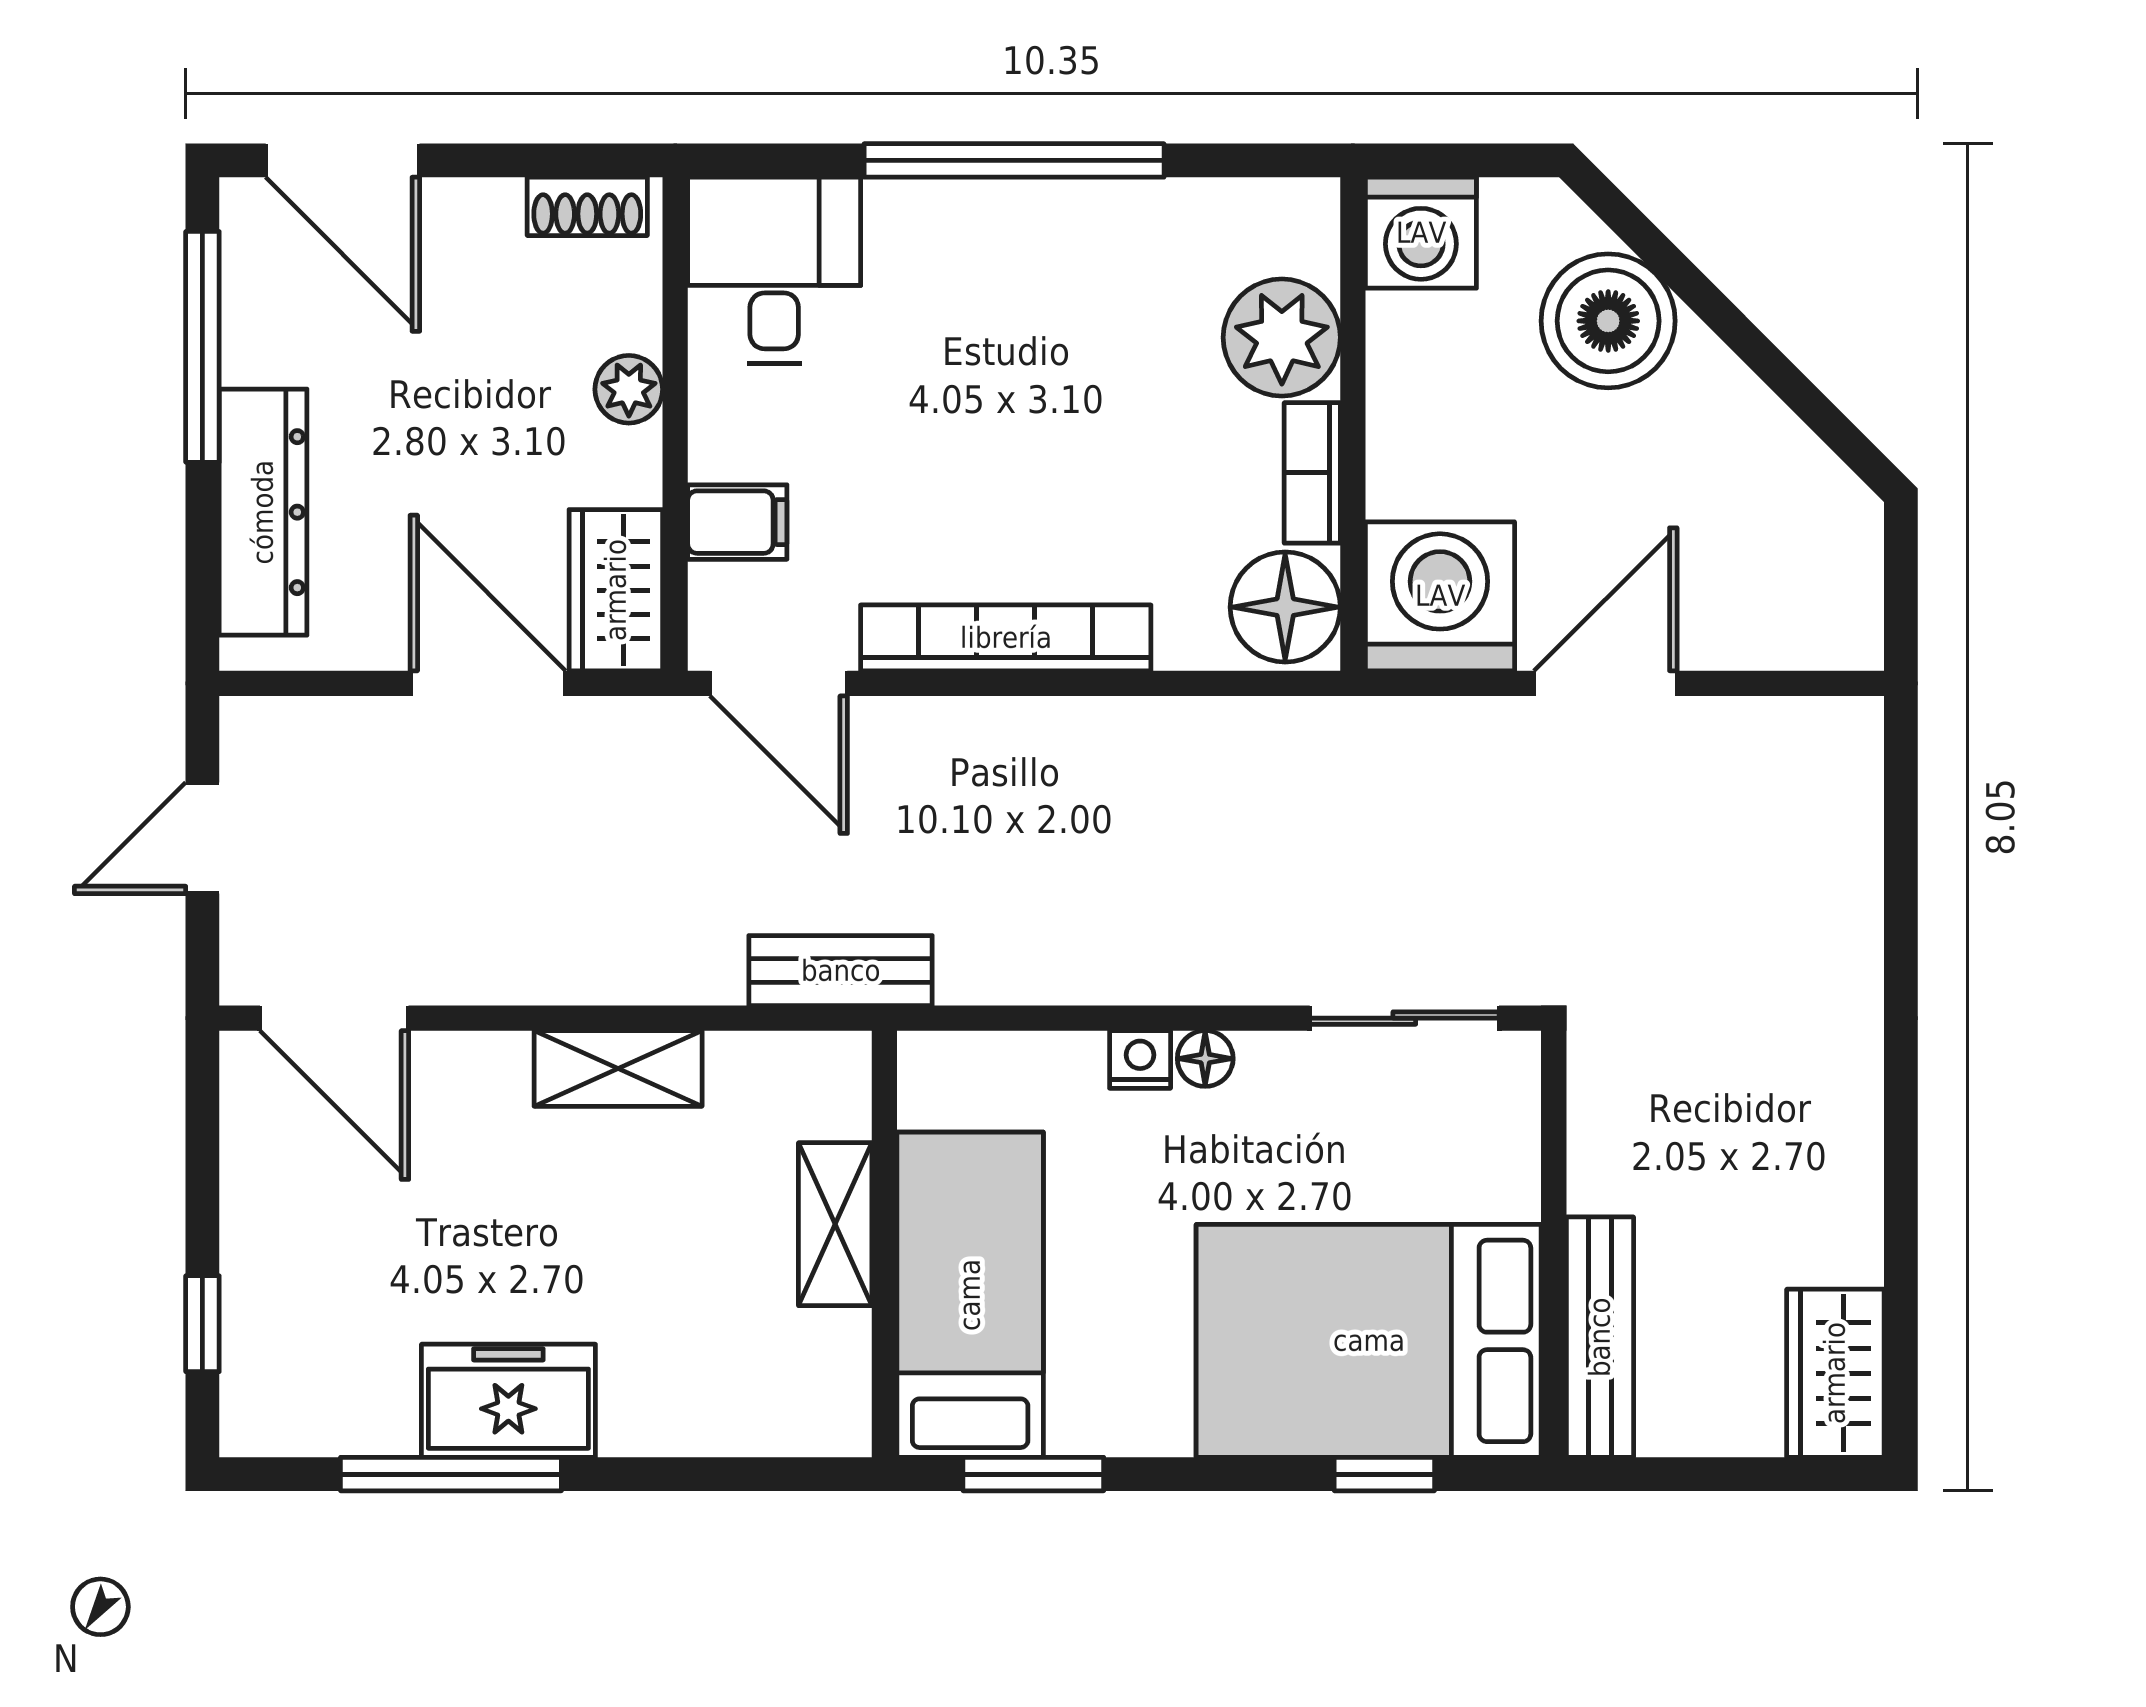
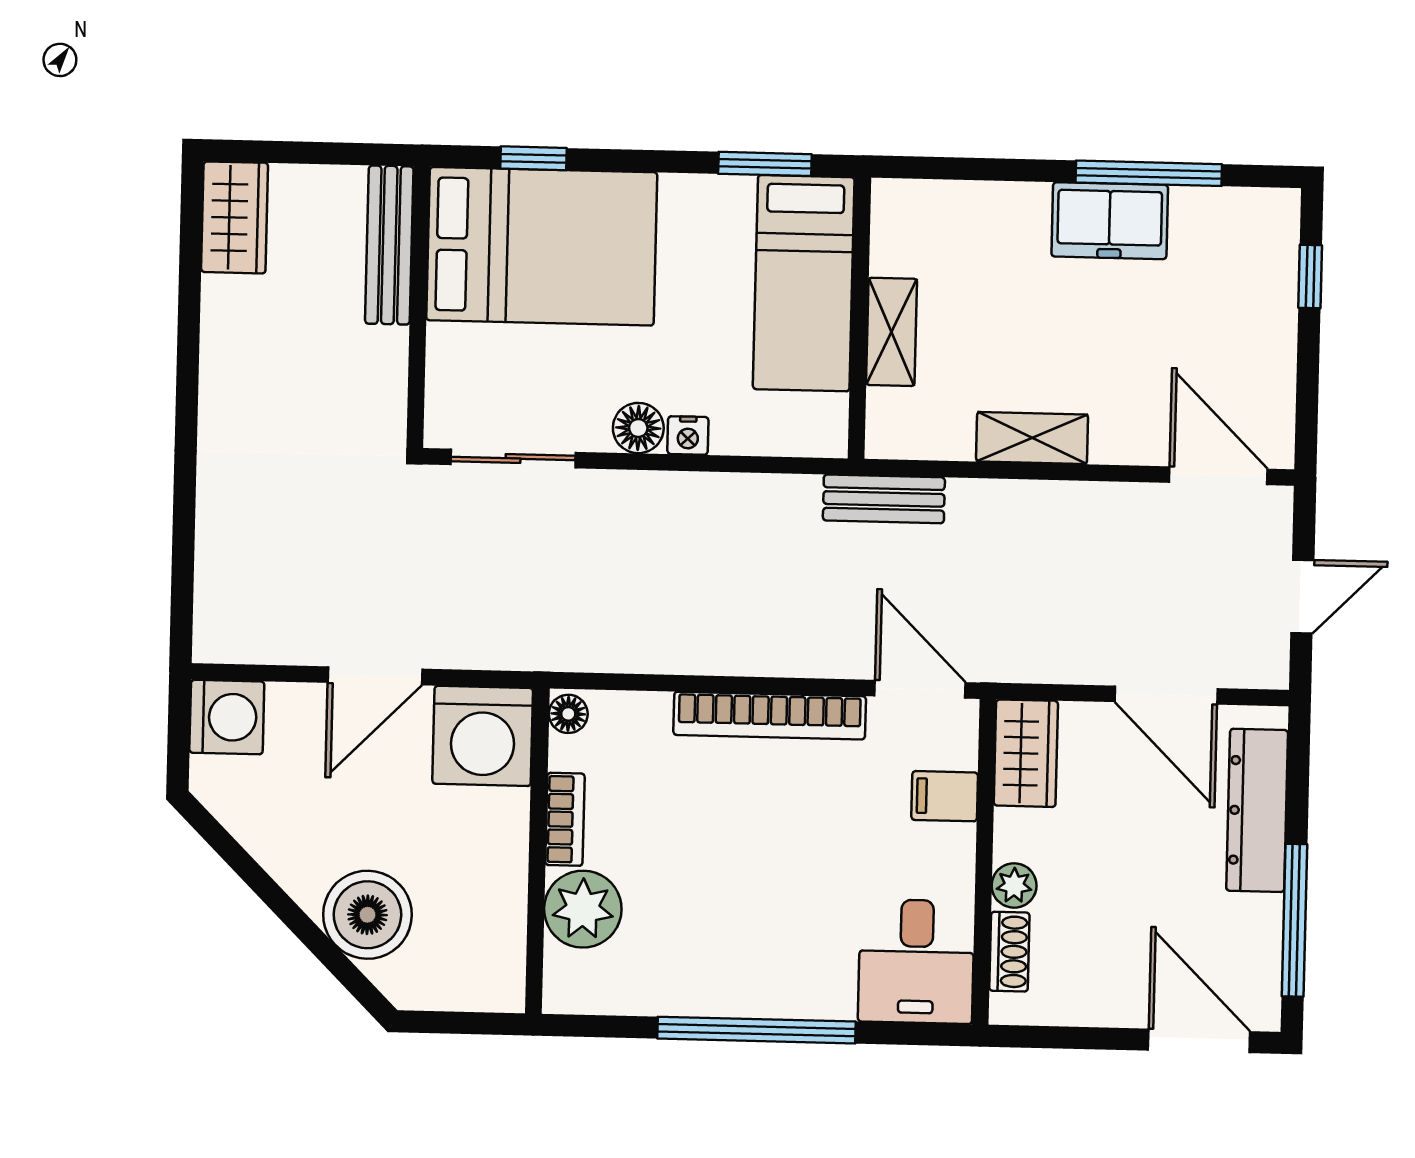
shoe rack: (587, 206) -> (1009, 952), moved, turned 90
washing machine: (1421, 233) -> (227, 717), moved, turned 90
floor lamp: (1285, 607) -> (568, 714), width x0.53, depth x0.53
door: (488, 683) -> (1166, 695), moved
floor lamp: (1205, 1059) -> (638, 428), width x1.37, depth x1.37

